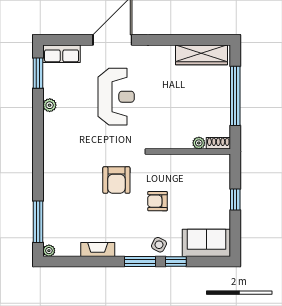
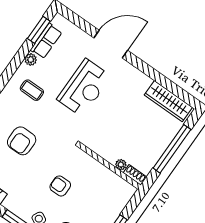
row of seats: (62, 54) -> (46, 41), moved, turned -90
coffee table: (70, 132) -> (32, 90), added
armchair: (116, 180) -> (22, 141), moved

